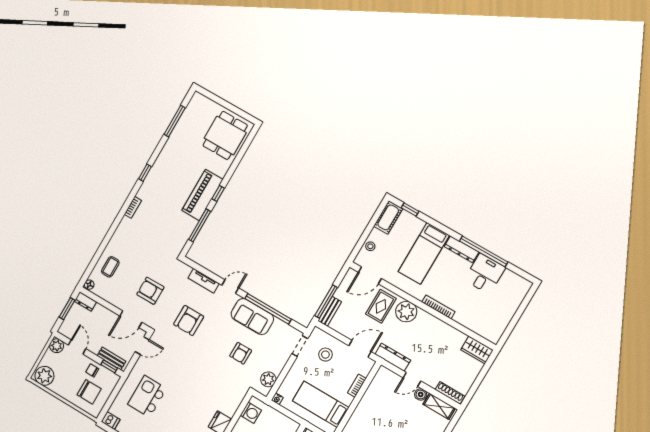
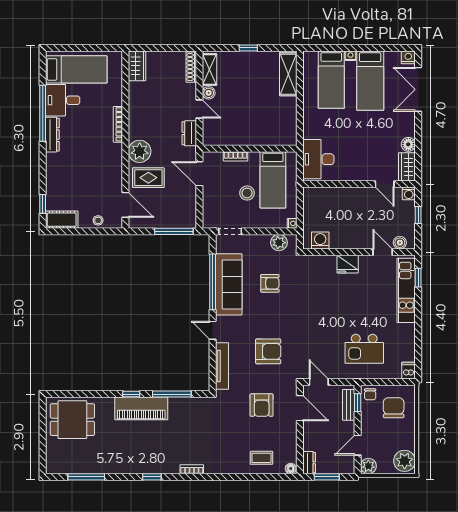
bed: (424, 253) -> (76, 69), moved
tv unit: (204, 281) -> (222, 366), width x1.41
bench: (330, 311) -> (181, 222), removed
sofa: (252, 317) -> (229, 284), width x1.36
stool: (325, 355) -> (247, 193), moved
dresser: (393, 357) -> (189, 133), width x0.70
chair: (92, 370) -> (370, 394), moved

